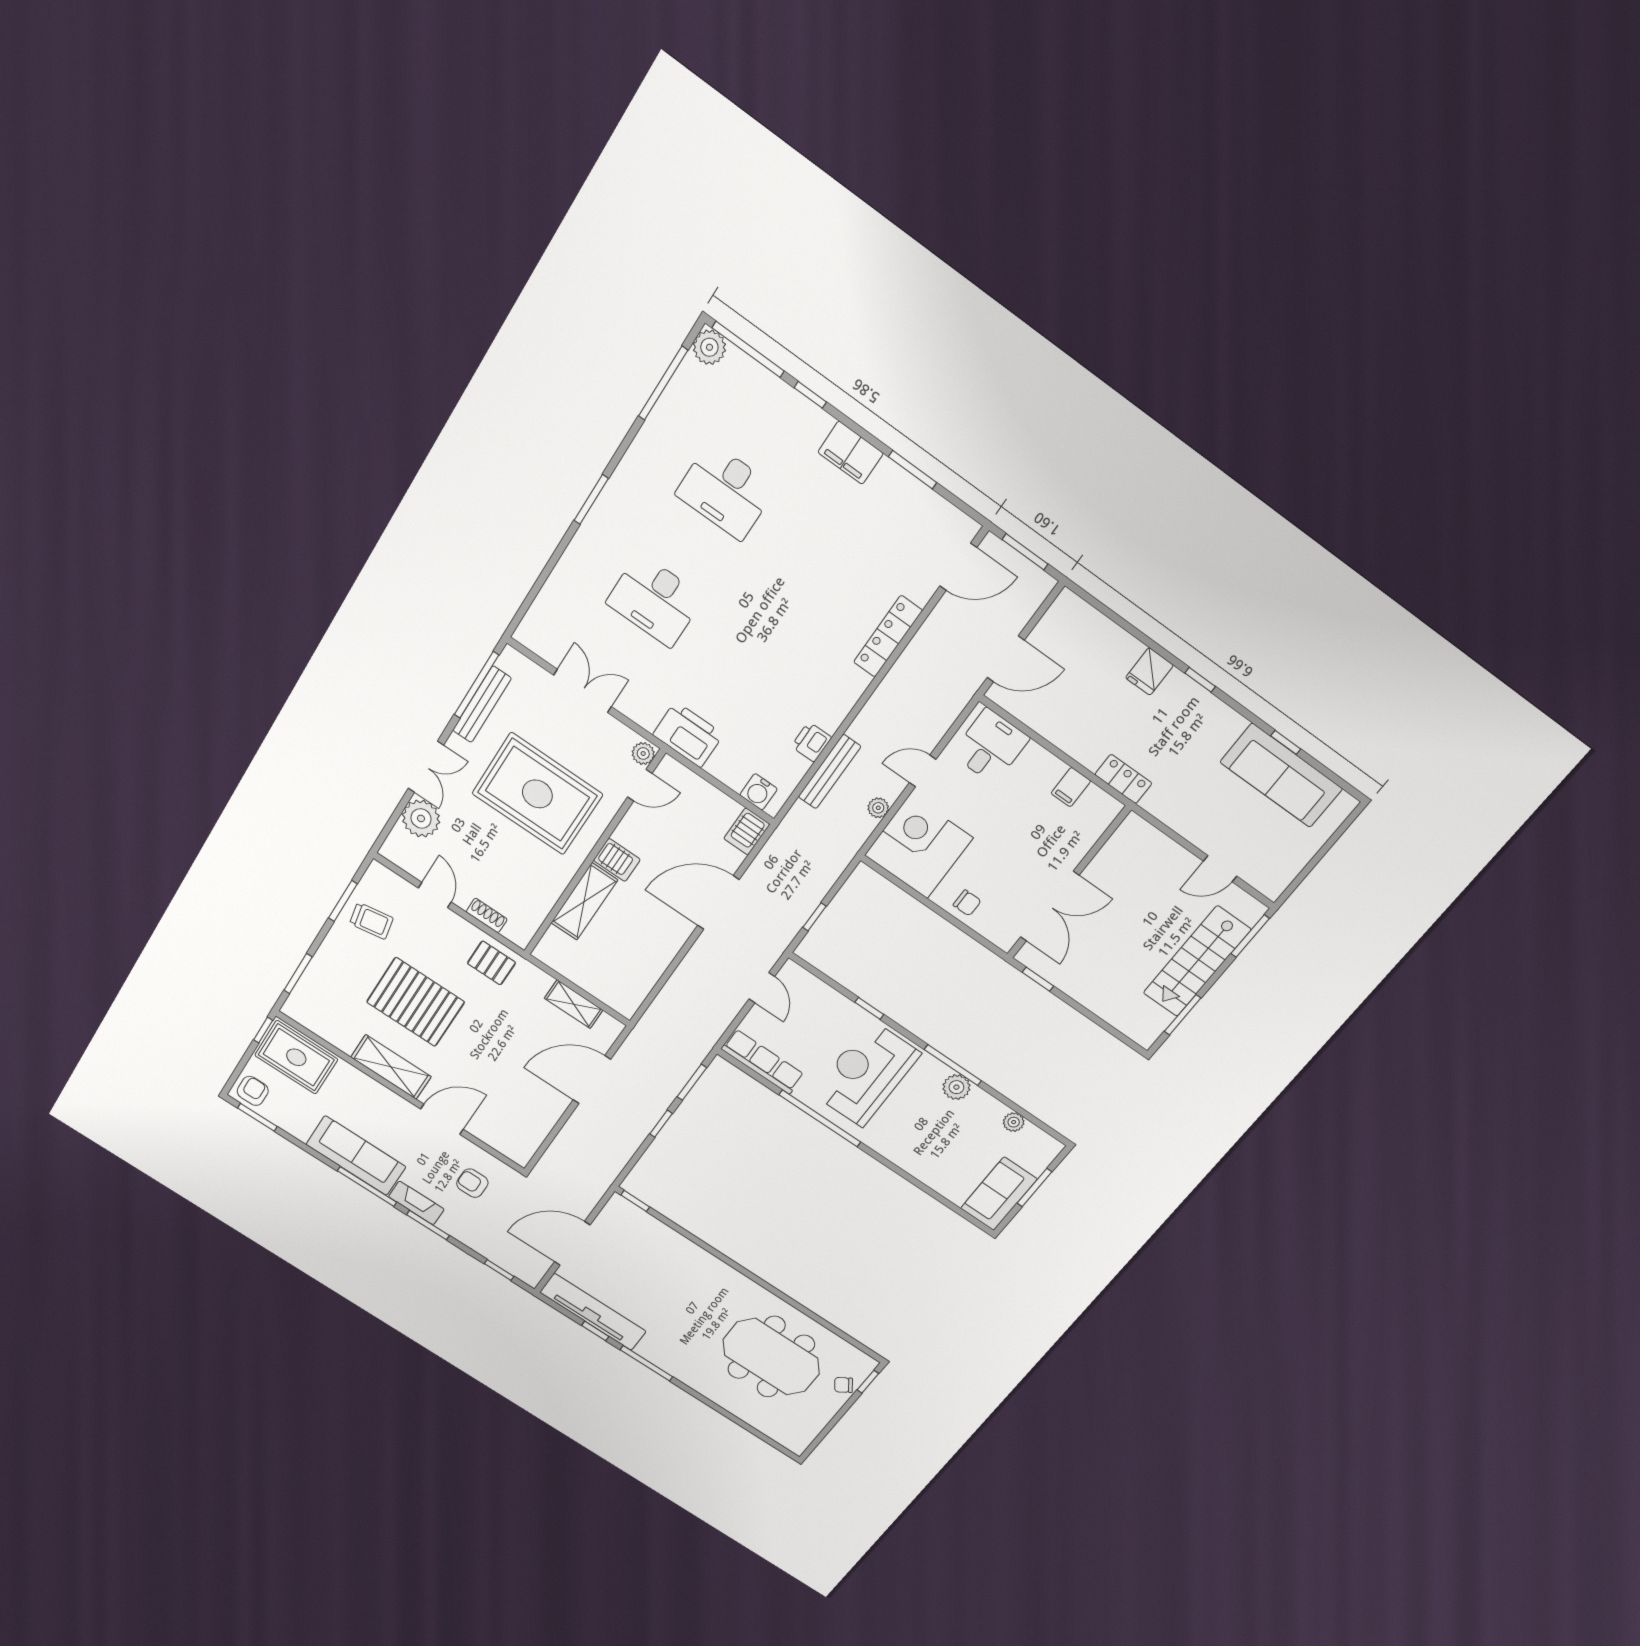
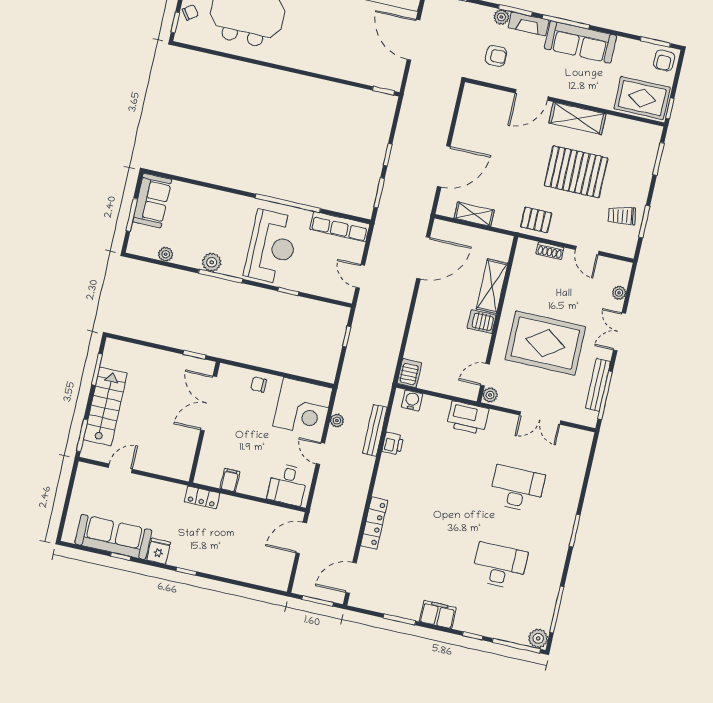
fridge: (1149, 672) -> (159, 551), moved
door: (923, 771) -> (320, 454), swing flipped
plant: (421, 818) -> (619, 293), width x0.53, depth x0.53
door: (718, 903) -> (423, 258), moved
plant: (449, 1225) -> (501, 17), added
door: (572, 1243) -> (414, 40), swing flipped

